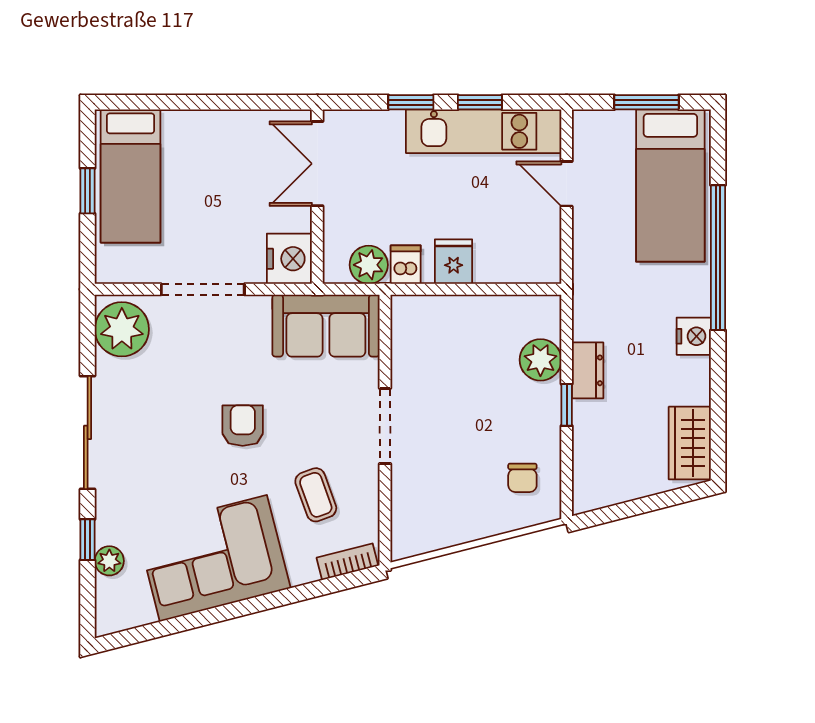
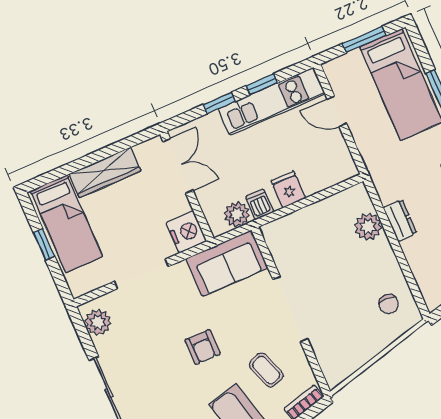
wardrobe: (214, 129) -> (105, 172), added
double door: (317, 164) -> (178, 166), swing flipped
plant: (122, 329) -> (98, 322), width x0.73, depth x0.73
window: (567, 405) -> (396, 247), removed
armchair: (243, 426) -> (203, 347), turned 180
doorway: (385, 426) -> (290, 309), width x1.36

